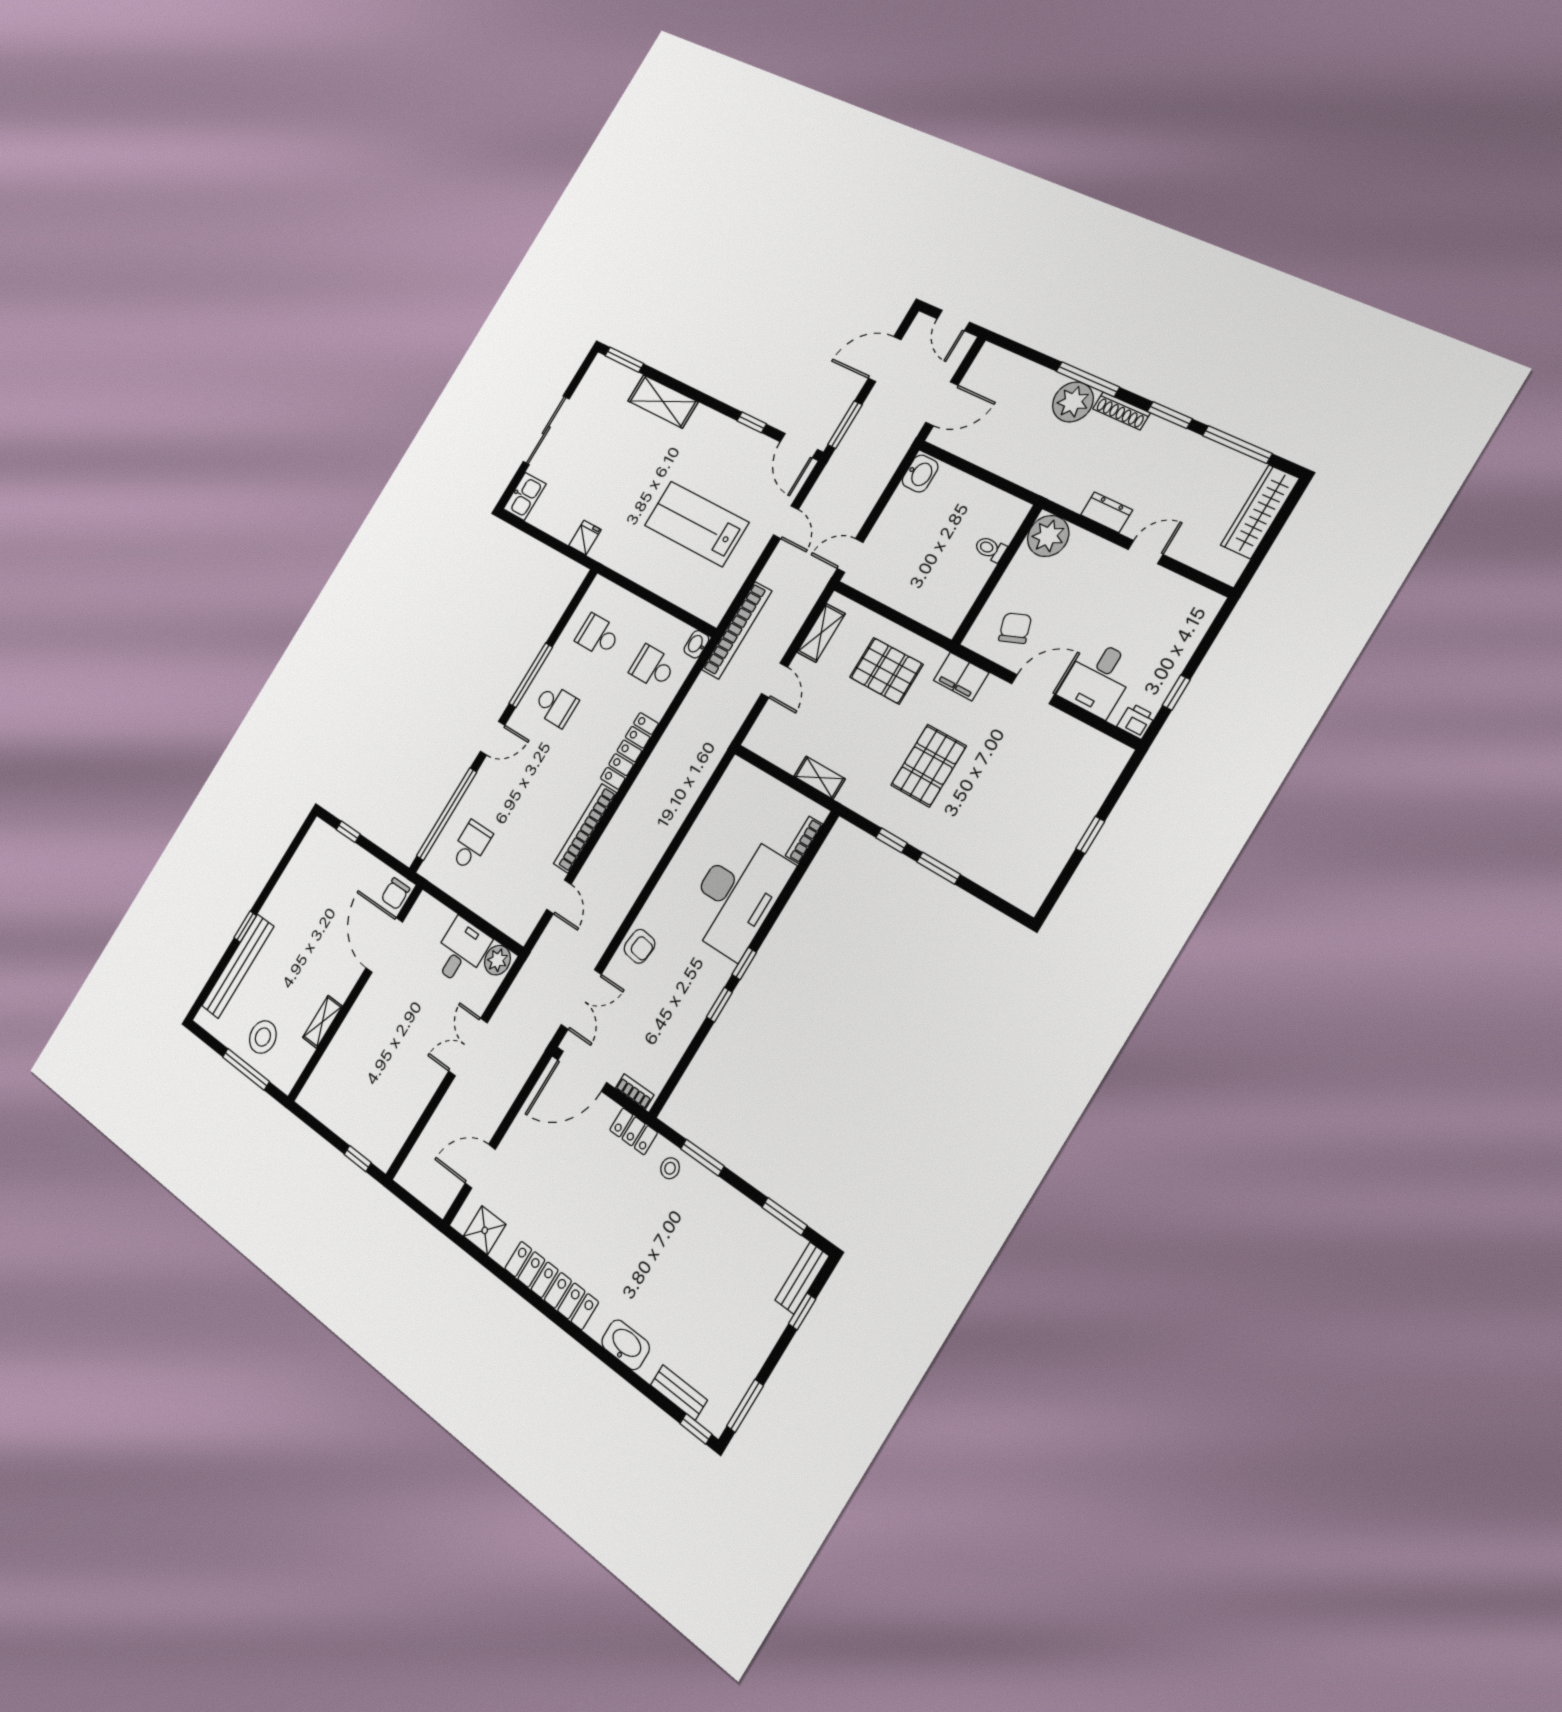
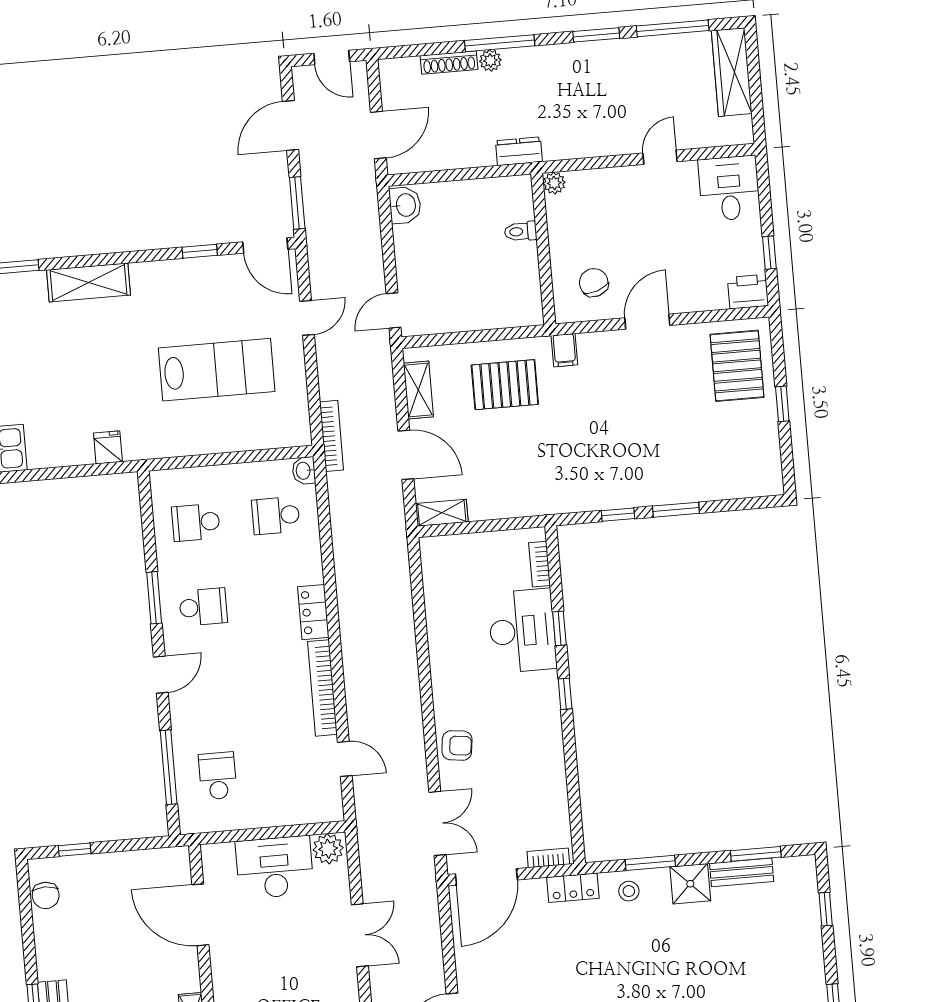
plant: (1073, 402) -> (490, 60), width x0.53, depth x0.53
shoe rack: (1121, 411) -> (449, 63), moved
dresser: (1107, 512) -> (519, 151), moved
door: (786, 522) -> (307, 318), hinge flipped
lab bench: (696, 524) -> (217, 370), turned 180
plant: (1048, 536) -> (554, 183), width x0.53, depth x0.53
bookcase: (737, 630) -> (332, 436), width x0.68, depth x0.76
window: (531, 675) -> (154, 598), width x0.69
filing cabinet: (961, 676) -> (564, 350), width x0.50
desk: (1098, 679) -> (729, 188), moved, turned 180
door: (774, 680) -> (406, 455), width x1.38
printer: (1136, 721) -> (748, 292), width x1.36, depth x1.24
locker: (629, 751) -> (313, 612), width x0.66
pallet: (928, 766) -> (737, 366), moved
shelving: (819, 778) -> (442, 513), moved
window: (447, 814) -> (169, 767), width x0.68
chair: (395, 894) -> (46, 895), moved
desk: (737, 895) -> (522, 631), width x0.73, depth x0.77
desk: (461, 951) -> (275, 867), width x1.37
window: (719, 1005) -> (559, 628), moved
double door: (468, 1047) -> (360, 935), swing flipped
shower: (718, 1200) -> (690, 884), added
bench: (802, 1278) -> (742, 872), moved, turned 90

